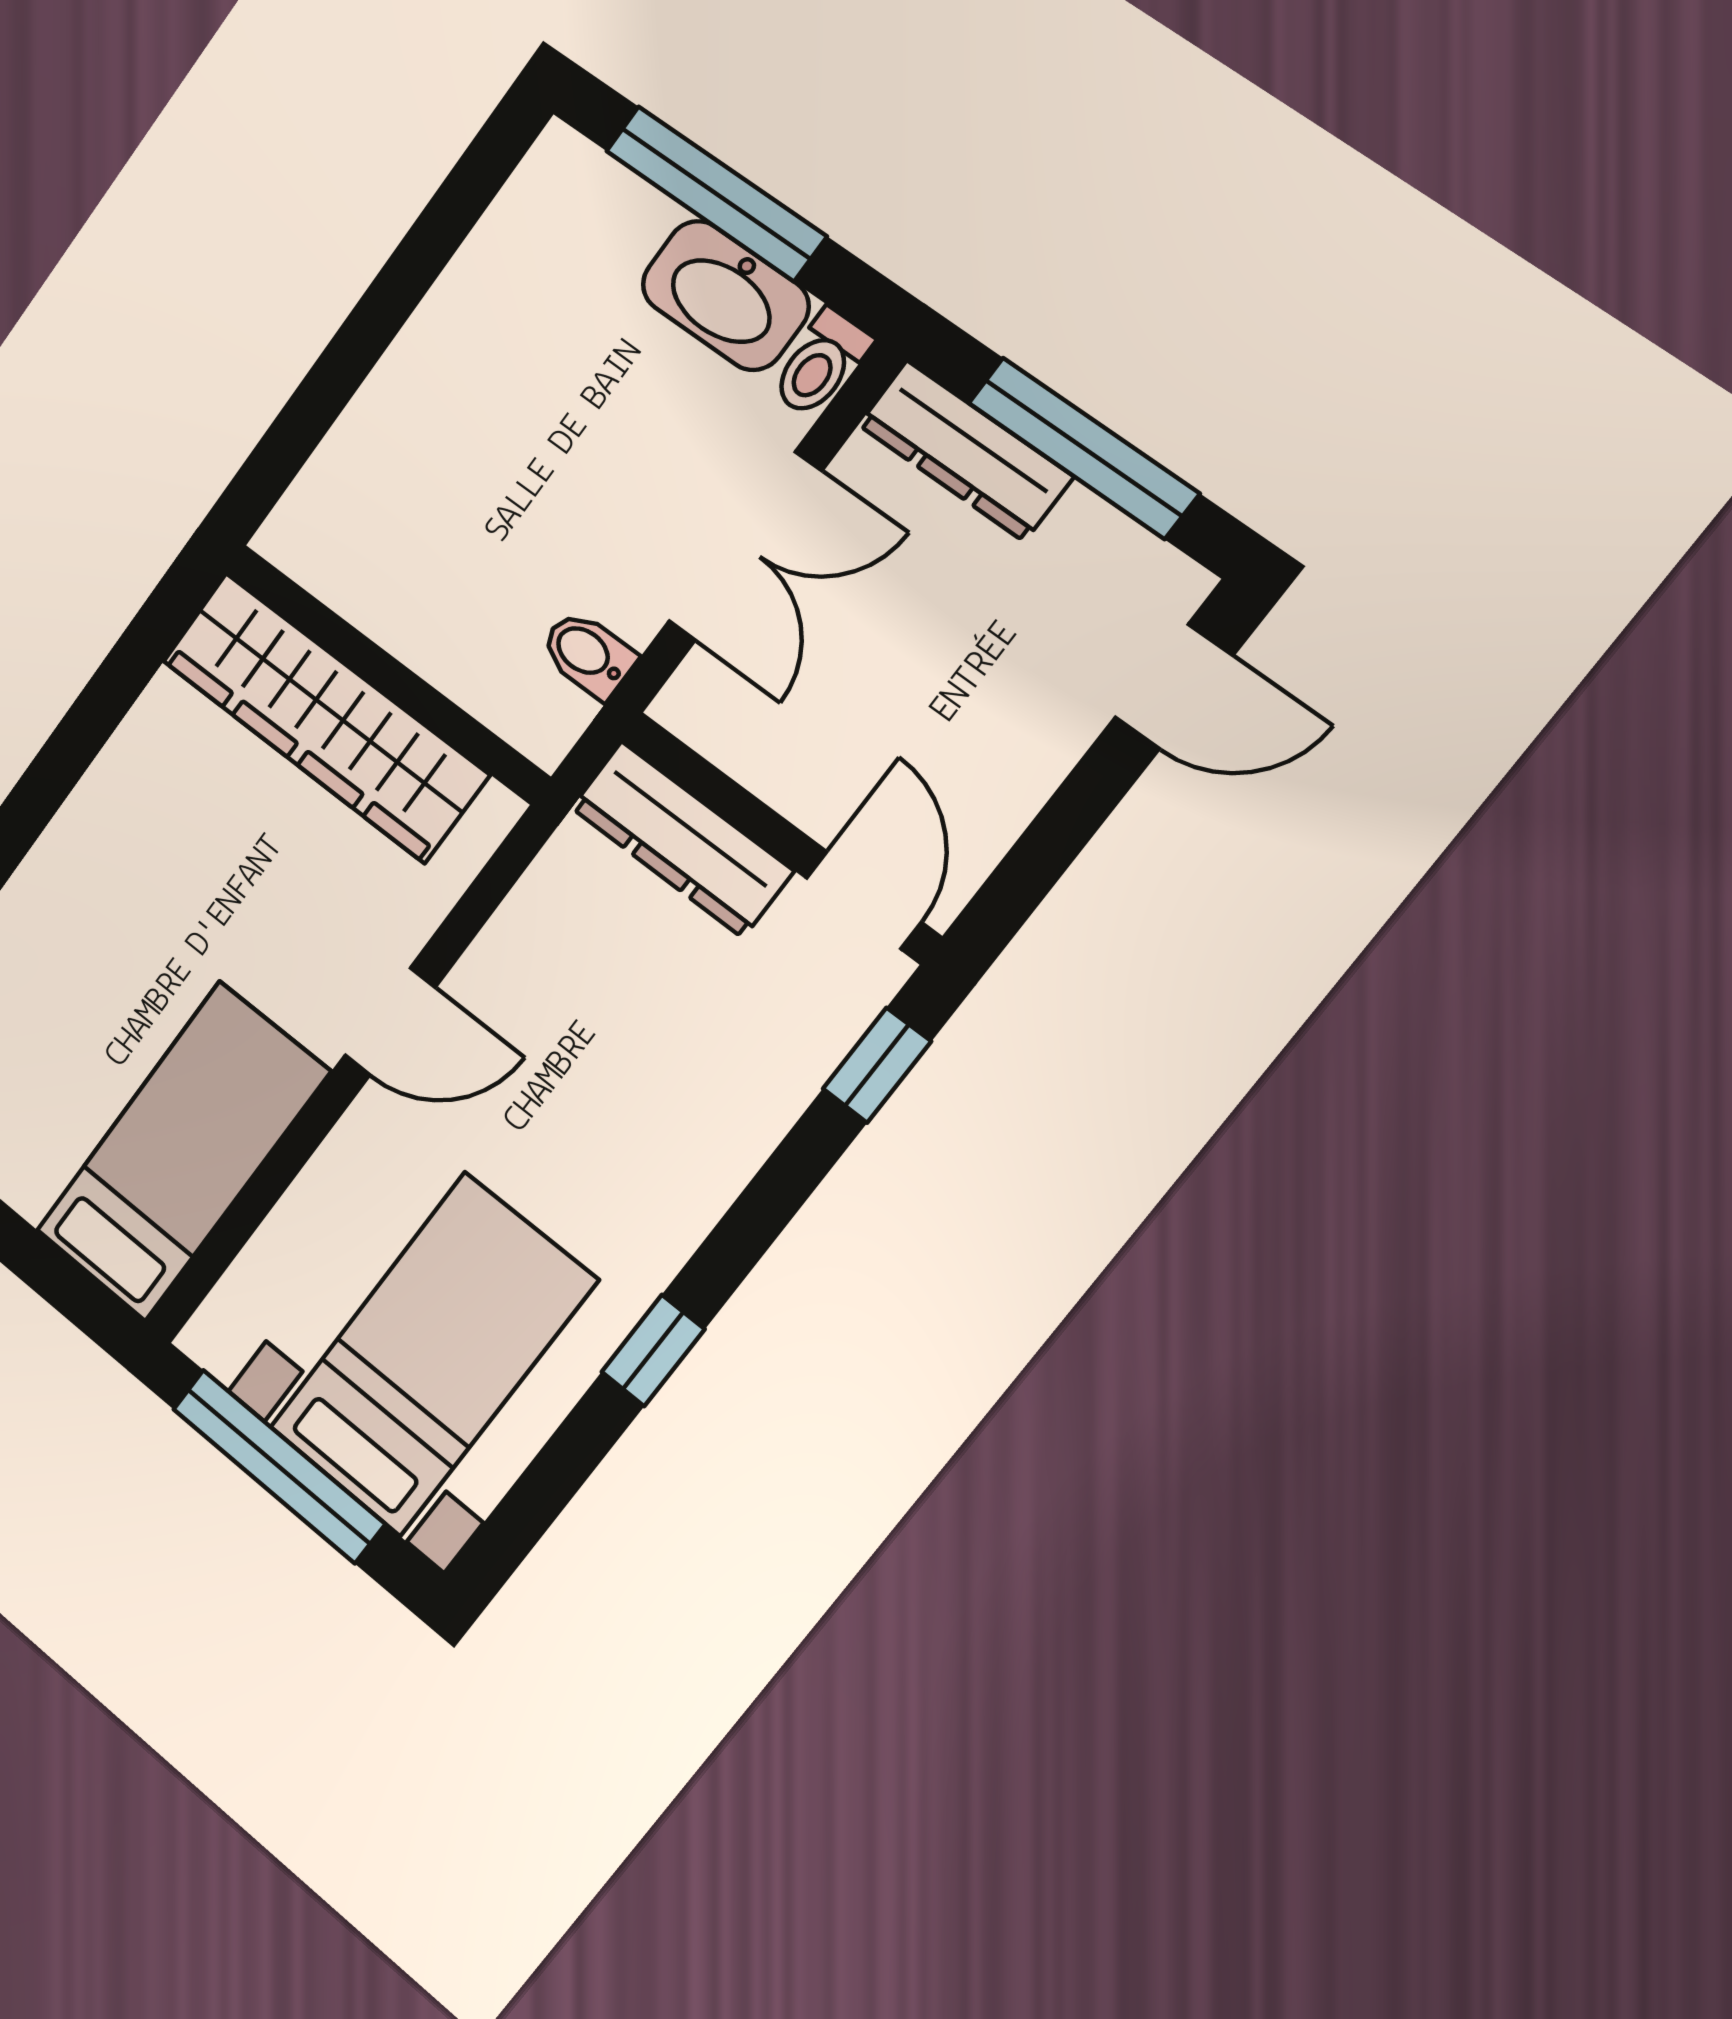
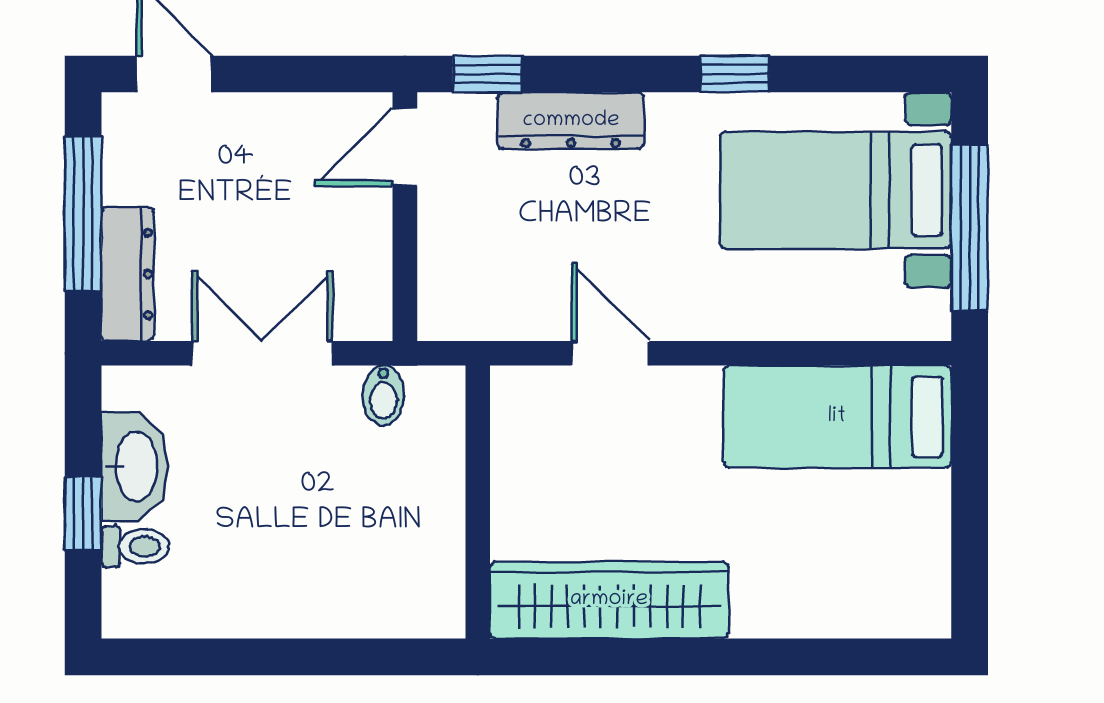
window: (716, 193) -> (83, 513), width x0.46
toilet: (821, 364) -> (135, 547), moved
wardrobe: (324, 717) -> (609, 600), moved, turned -90
dresser: (682, 839) -> (571, 121), moved, turned 90
door: (390, 1021) -> (611, 353), moved

